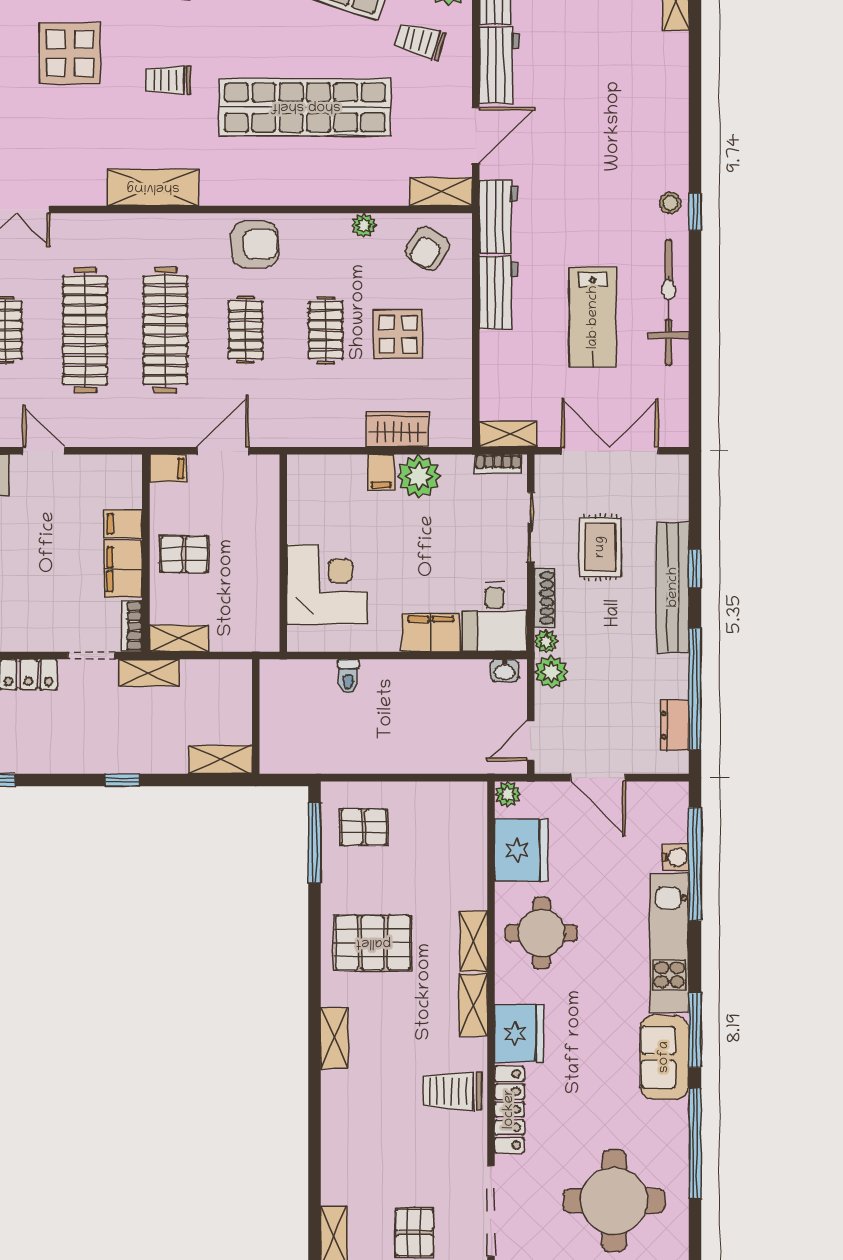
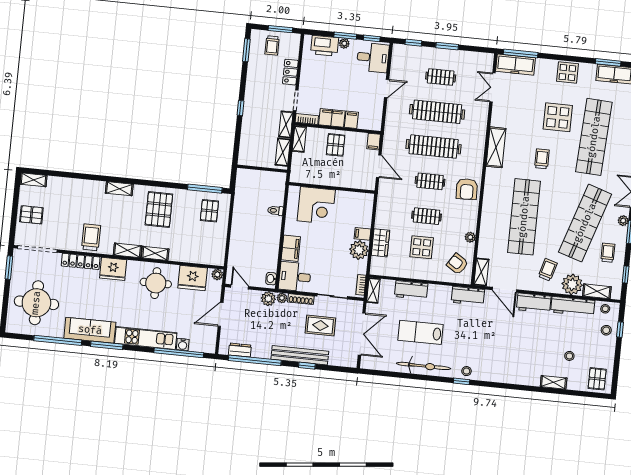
workbench: (498, 293) -> (411, 290), moved
shelving: (221, 760) -> (283, 152), moved
sofa: (664, 1057) -> (90, 330), width x1.36

